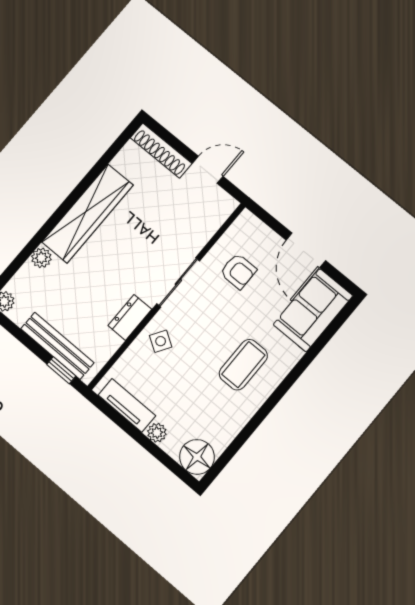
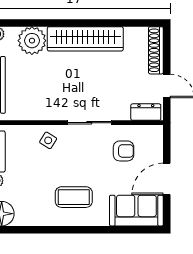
plant: (41, 258) -> (32, 41), width x1.87, depth x1.87
armchair: (238, 271) -> (124, 151), turned -90
dresser: (130, 317) -> (146, 112), moved

